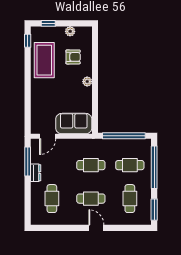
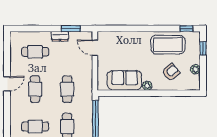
armchair: (73, 57) -> (171, 72), turned -132
sofa: (74, 124) -> (125, 80), moved, turned -90
window: (28, 161) -> (71, 29), width x0.69
door: (96, 228) -> (7, 84), moved

